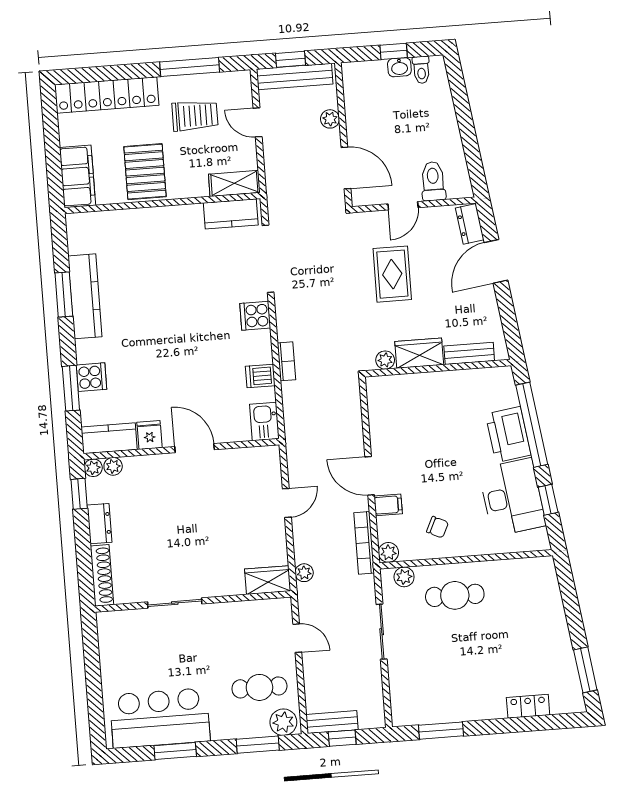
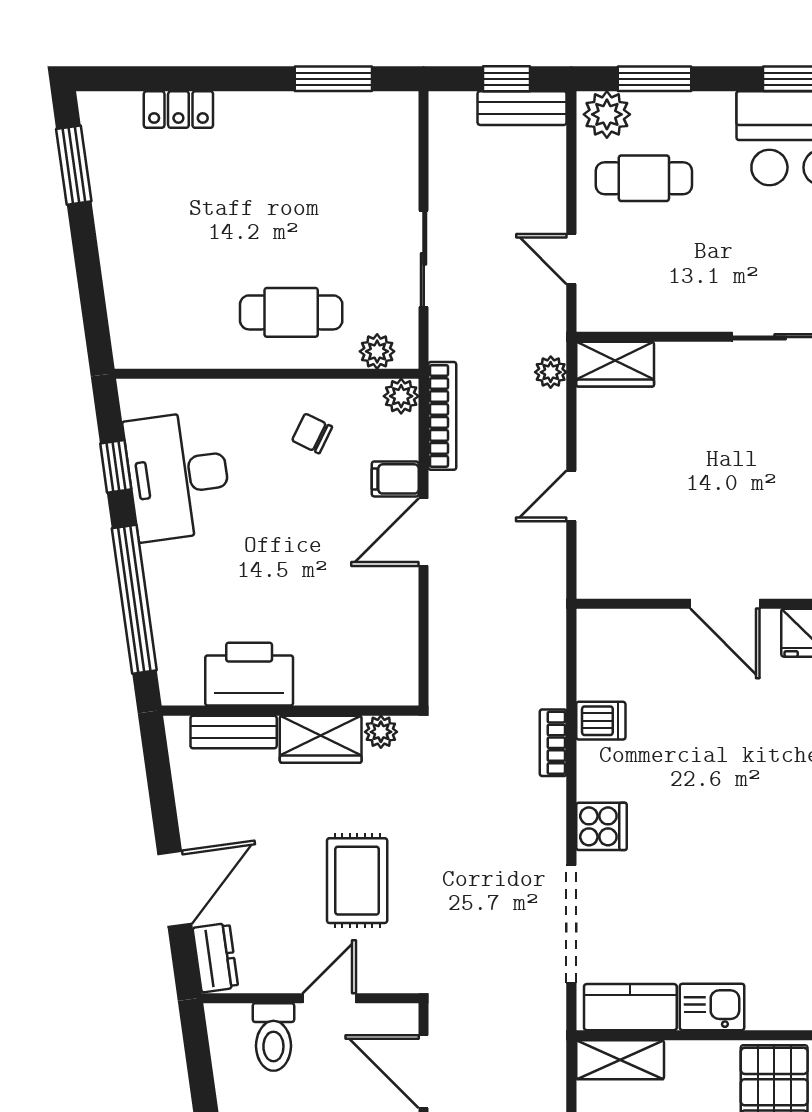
kitchen sink: (264, 421) -> (712, 1007), moved, turned -90
printer: (508, 435) -> (249, 674), moved, turned -82
door: (370, 476) -> (424, 532), swing flipped

